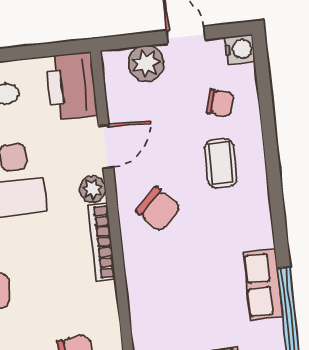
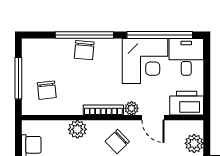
plant: (143, 287) -> (77, 129), added

